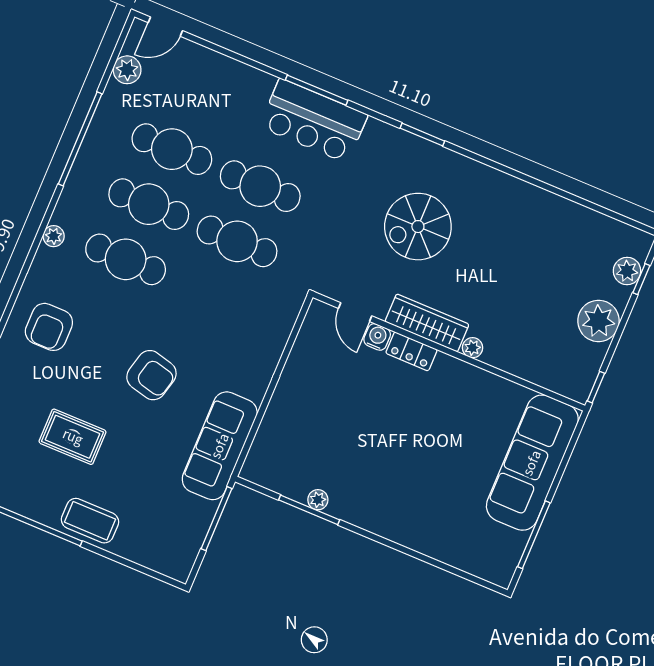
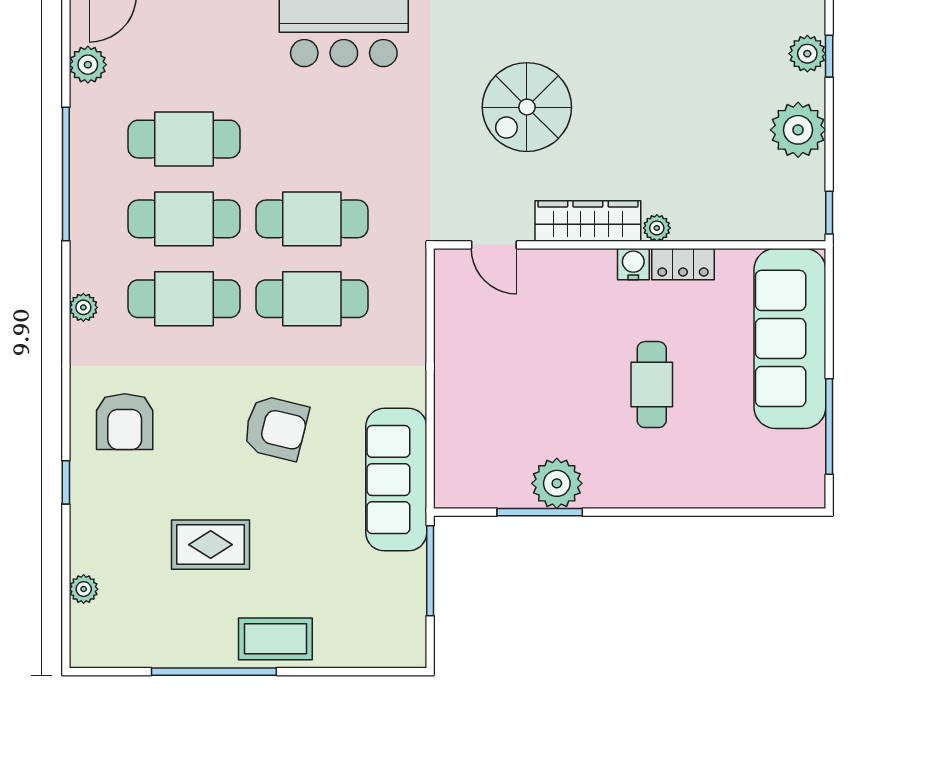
cafe table: (260, 186) -> (312, 299), moved
water cooler: (377, 337) -> (633, 264), moved
locker: (411, 351) -> (683, 264), moved
cafe table: (424, 454) -> (652, 385), added
plant: (318, 500) -> (557, 483), width x1.88, depth x1.88

